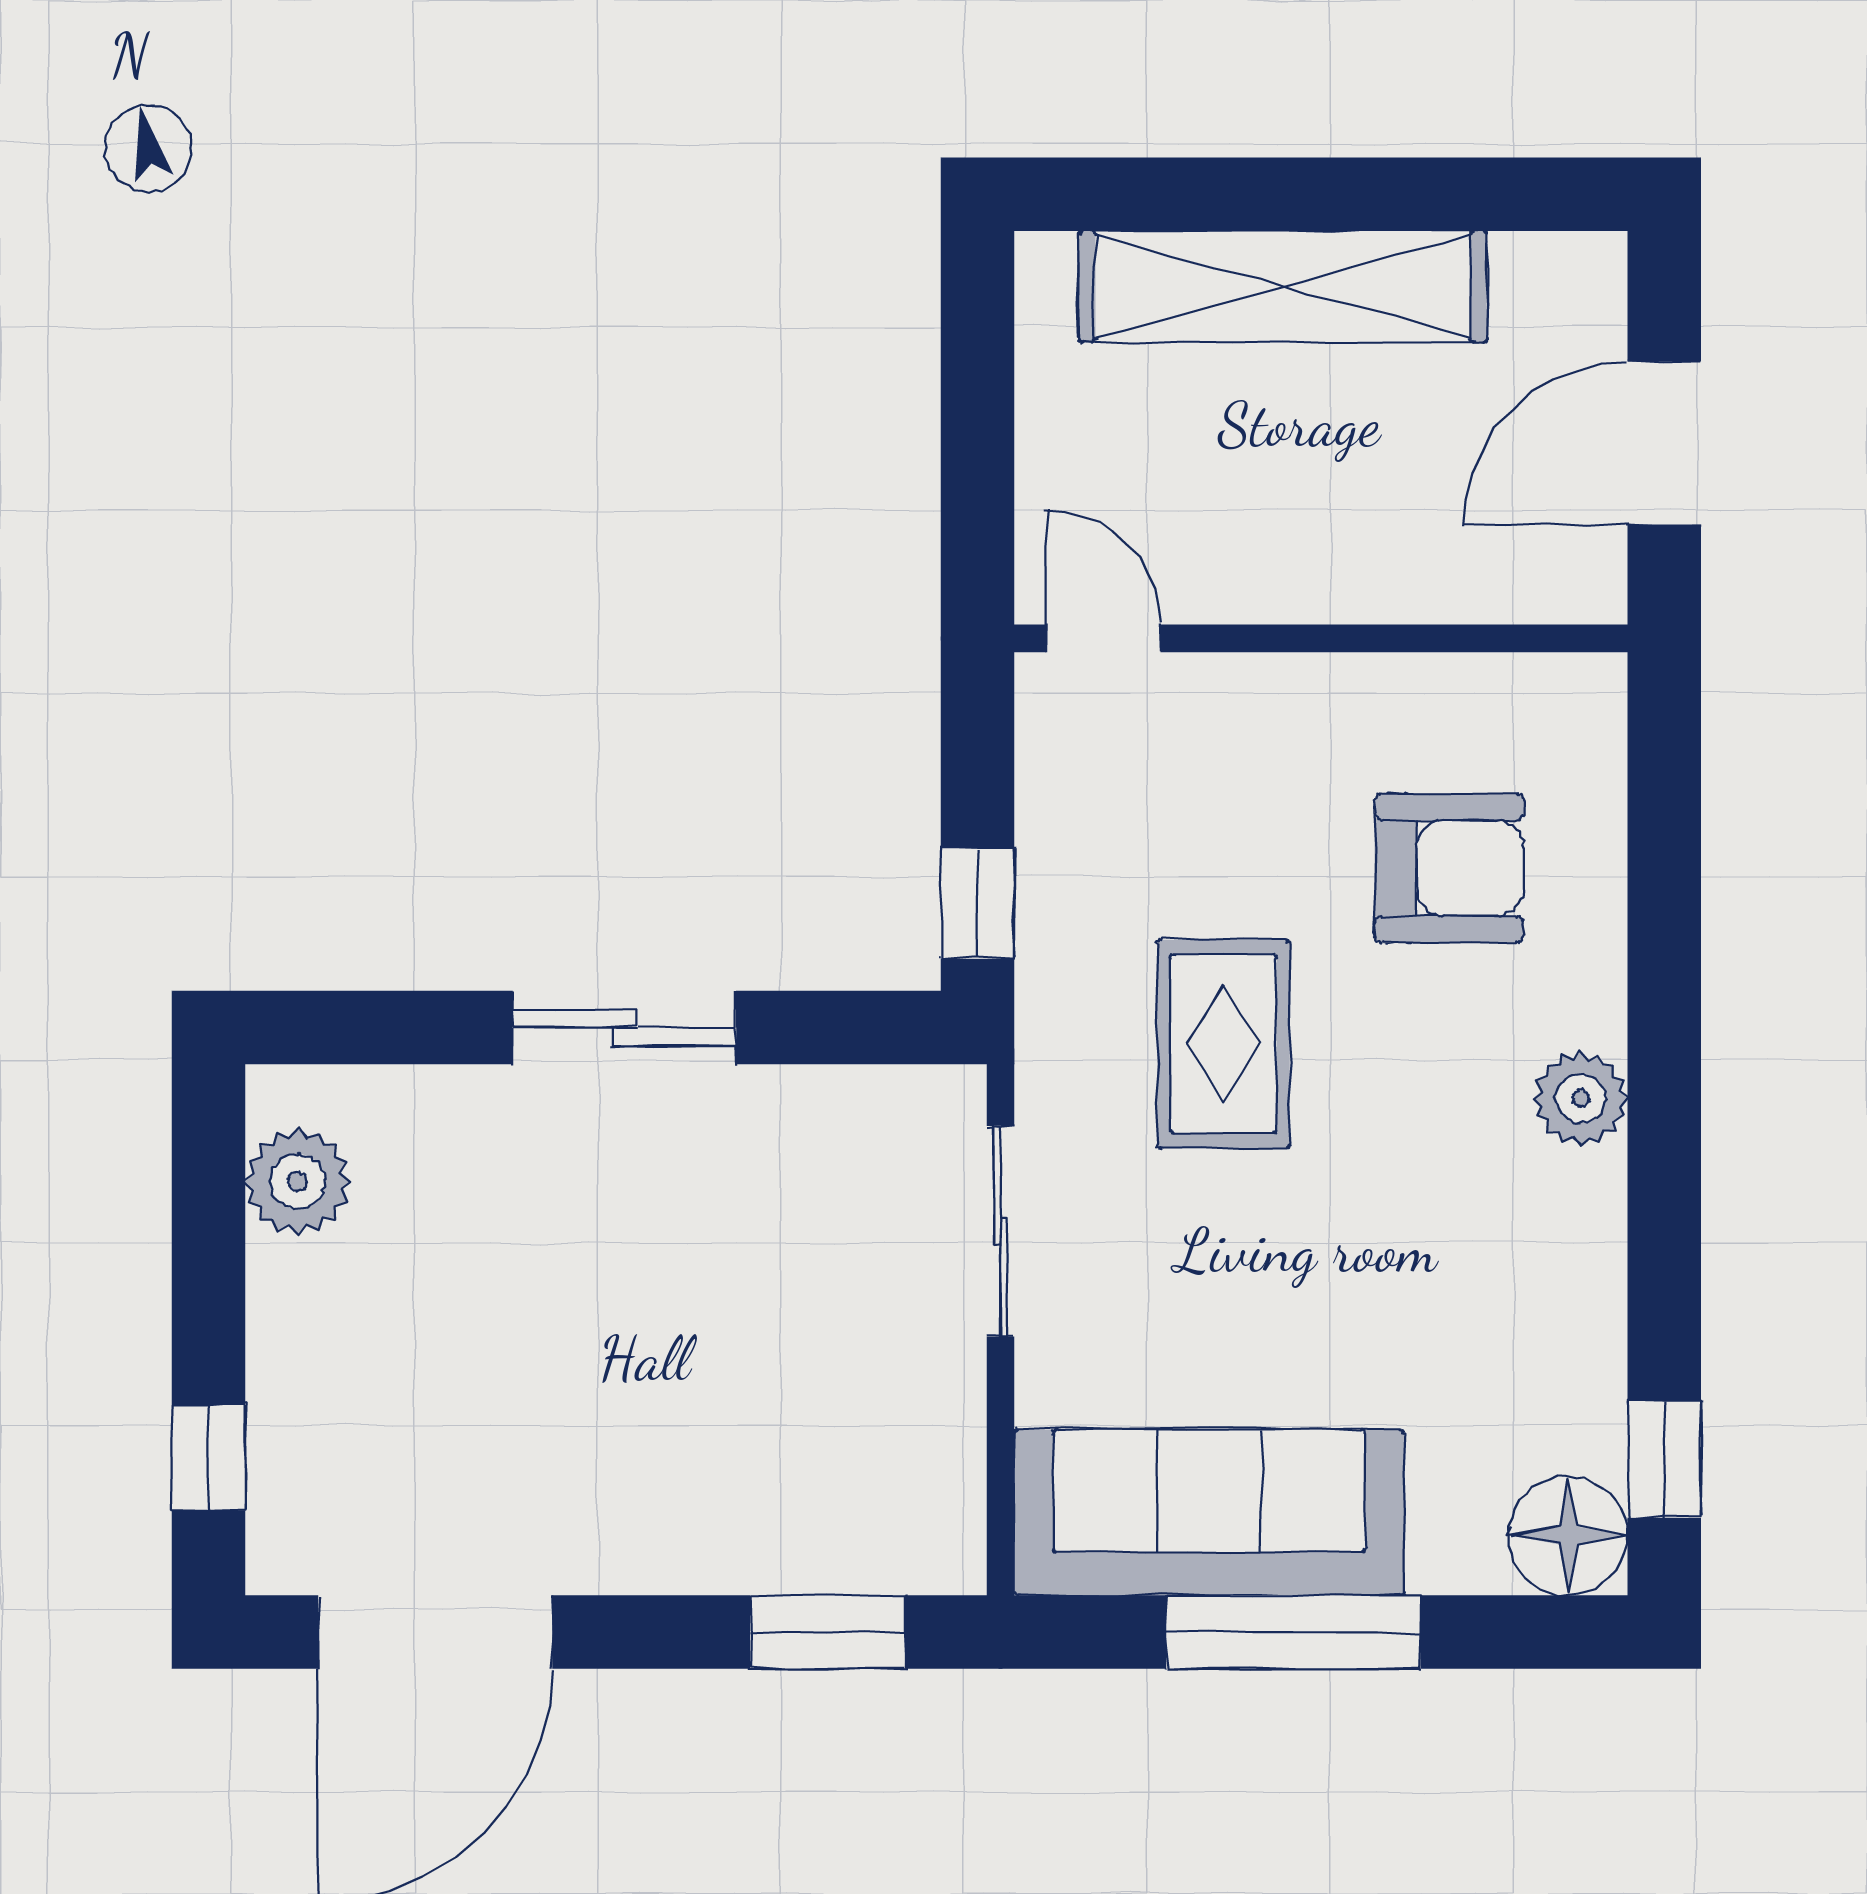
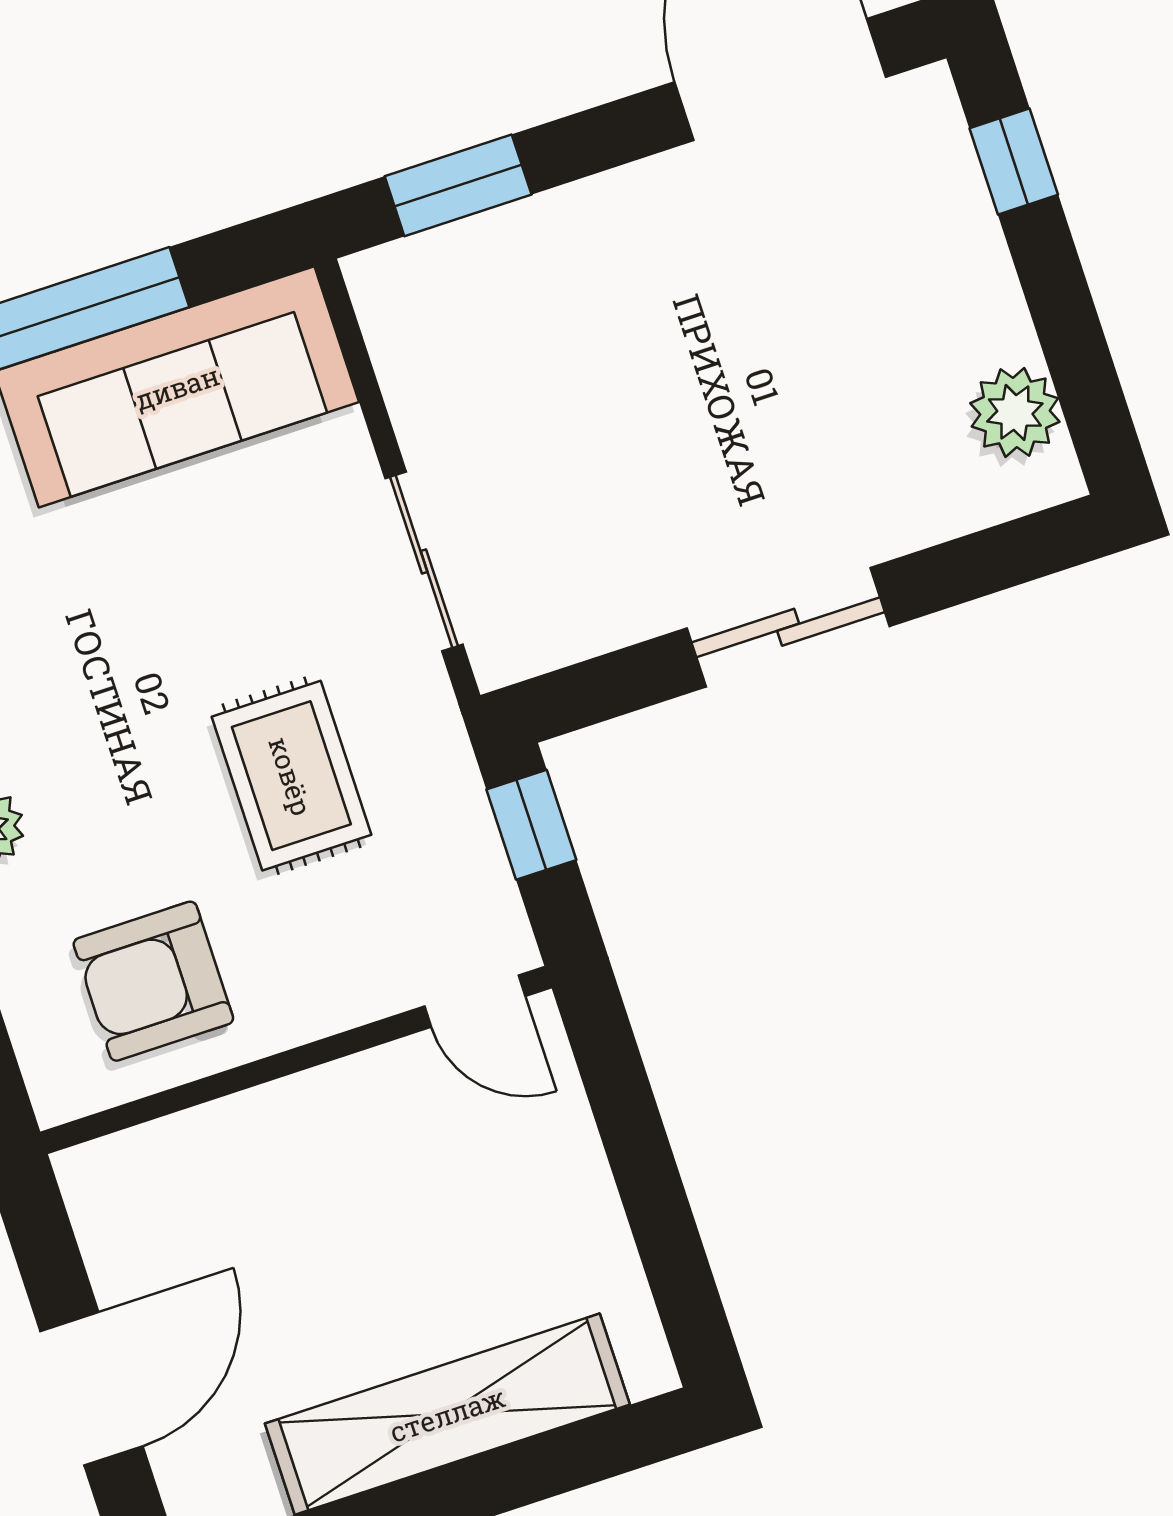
door: (1103, 638) -> (475, 1001), moved
wall: (1321, 638) -> (296, 1060), moved

